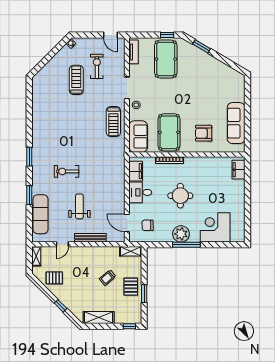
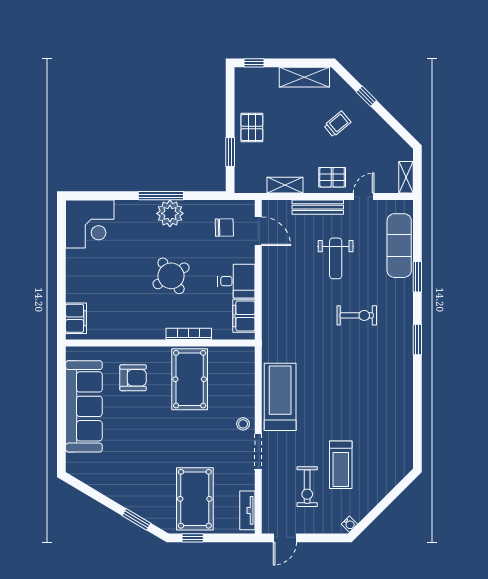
door: (111, 35) -> (285, 538), swing flipped
treadmill: (113, 122) -> (280, 397), width x1.37, depth x1.38
sofa: (236, 123) -> (84, 406), width x1.36, depth x1.27
sofa: (138, 137) -> (240, 372), removed
round table: (180, 196) -> (171, 276), turned -32
corner desk: (215, 227) -> (90, 224), moved
shelving: (131, 251) -> (285, 185), moved
pallet: (54, 278) -> (332, 177), moved
trolley: (107, 278) -> (337, 124), moved
window: (144, 294) -> (230, 152), moved

